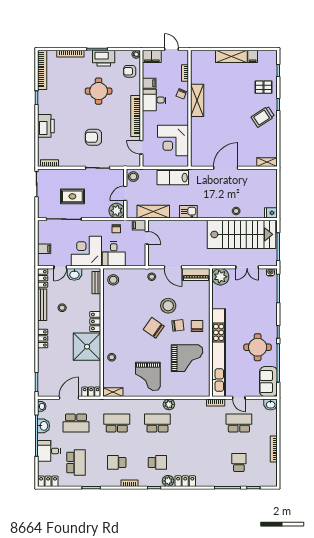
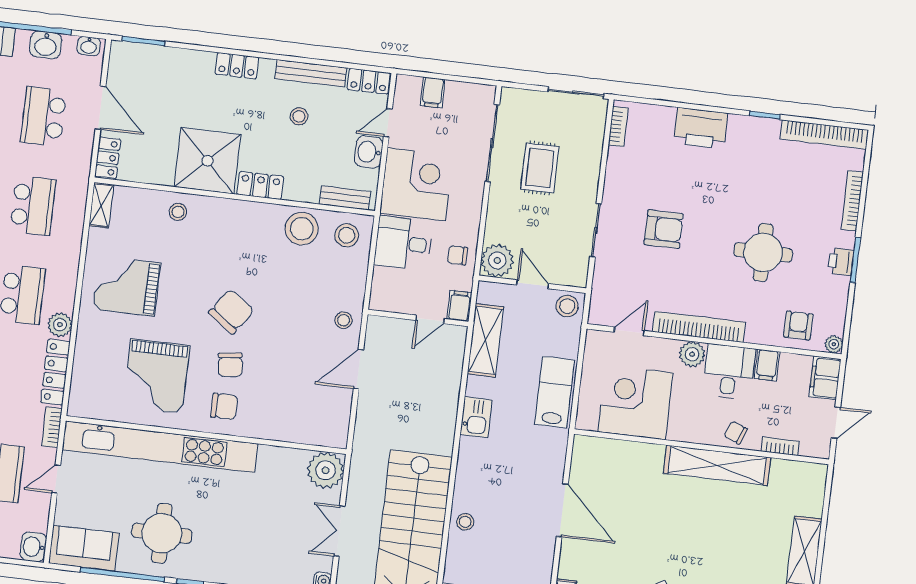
printer: (104, 58) -> (841, 262), width x0.53, depth x0.68
shelving: (197, 100) -> (717, 465), width x1.47
plant: (148, 118) -> (692, 354), added
armchair: (93, 137) -> (664, 229), turned 90
door: (60, 267) -> (388, 123), hinge flipped
piano: (196, 274) -> (337, 418), removed
stool: (168, 306) -> (302, 229), moved
locker: (191, 404) -> (55, 372), added

